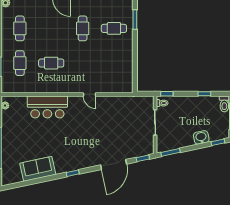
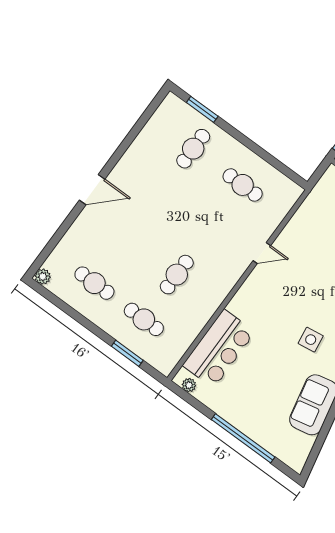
cafe table: (83, 28) -> (243, 185), moved
bar counter: (47, 107) -> (219, 349), moved
side table: (66, 146) -> (311, 340), added

